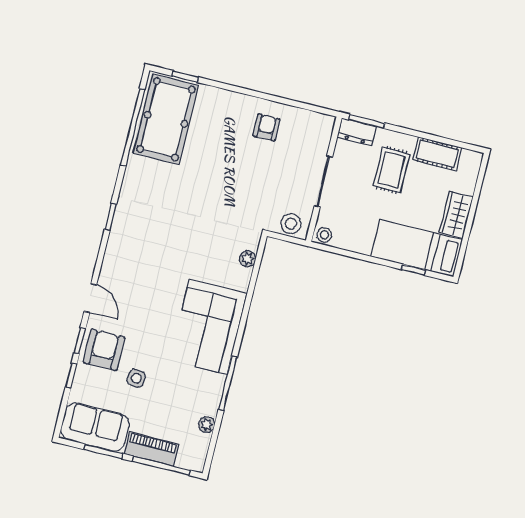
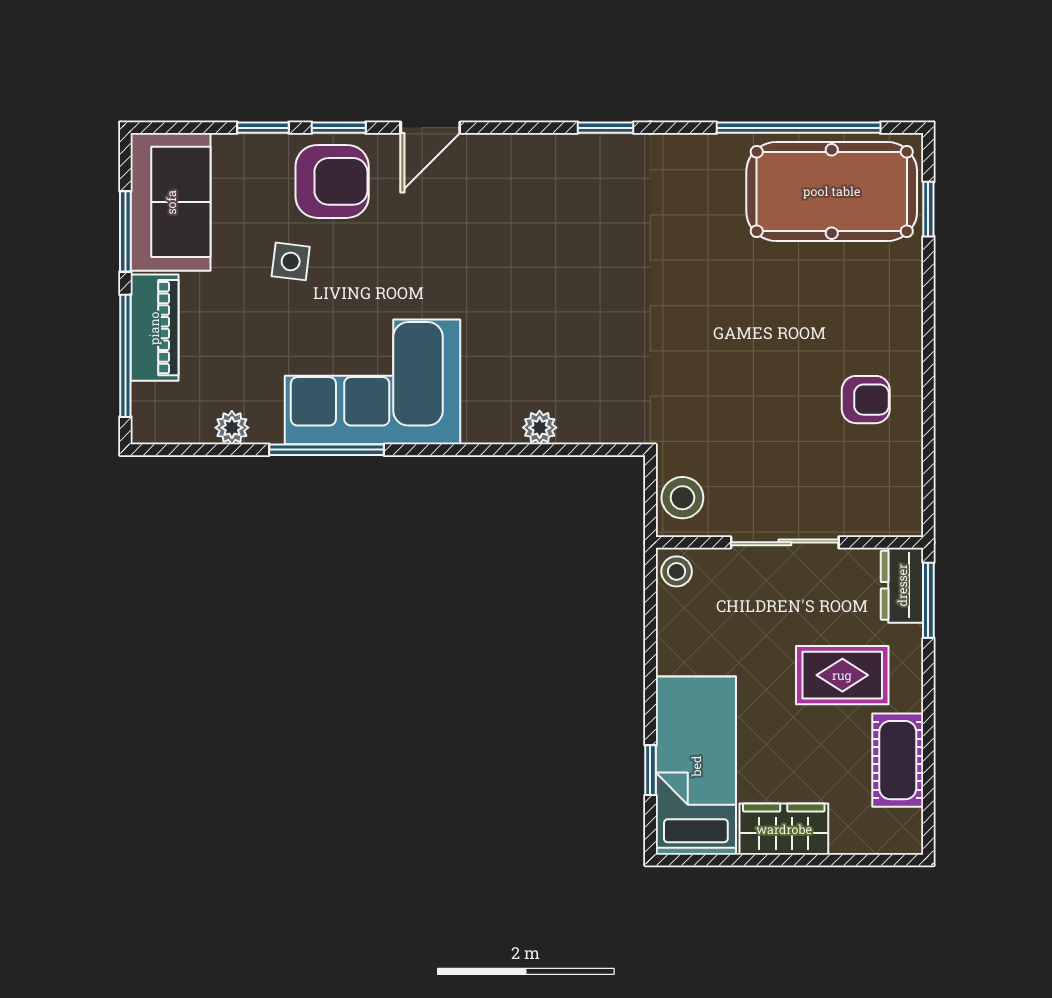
plant: (248, 259) -> (540, 428), moved
corner sofa: (208, 327) -> (372, 382), moved

